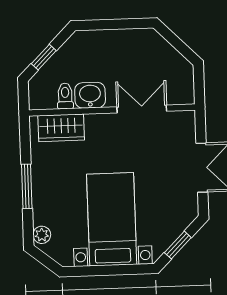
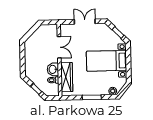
double door: (142, 109) -> (59, 47), swing flipped
wardrobe: (61, 128) -> (67, 77), width x1.50

